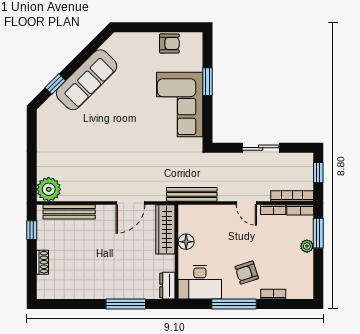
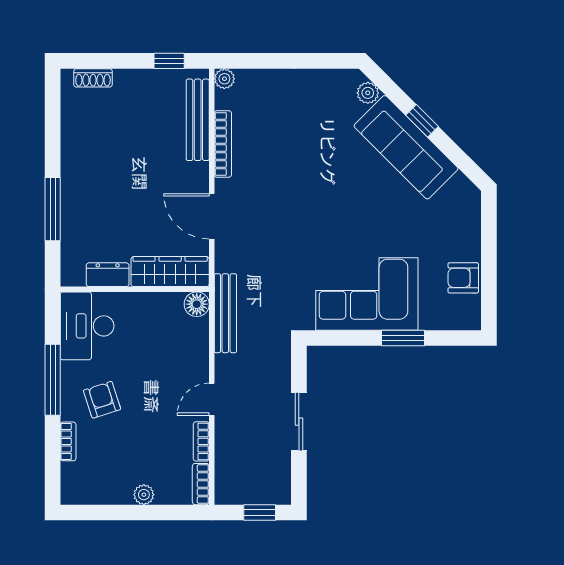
armchair: (169, 43) -> (463, 278), turned 90
window: (55, 84) -> (422, 121), moved
plant: (52, 104) -> (368, 93), added
plant: (49, 189) -> (224, 79), width x0.53, depth x0.53
bookcase: (292, 196) -> (223, 144), moved
window: (318, 233) -> (164, 513), removed
floor lamp: (186, 242) -> (197, 304), moved
shoe rack: (43, 262) -> (93, 78), moved
dresser: (167, 286) -> (108, 275), moved

